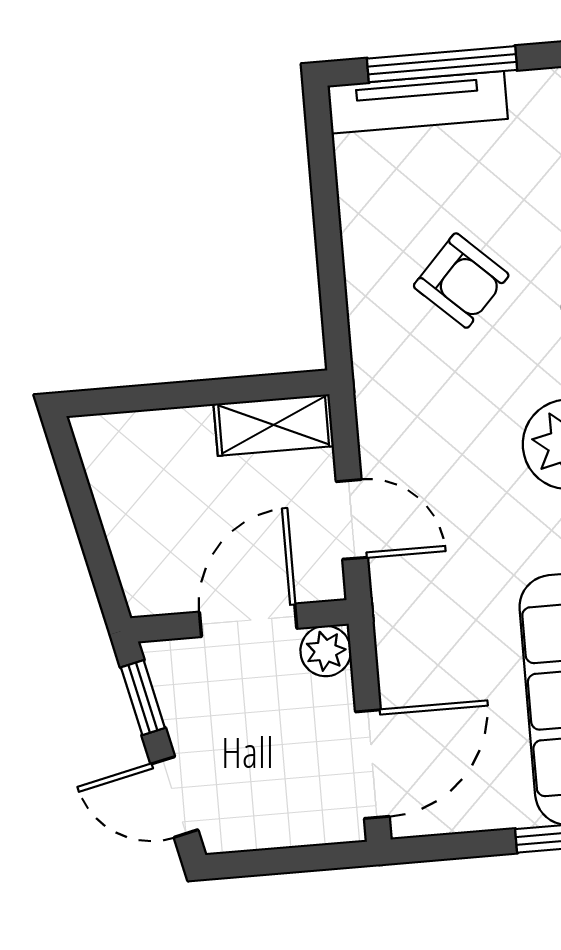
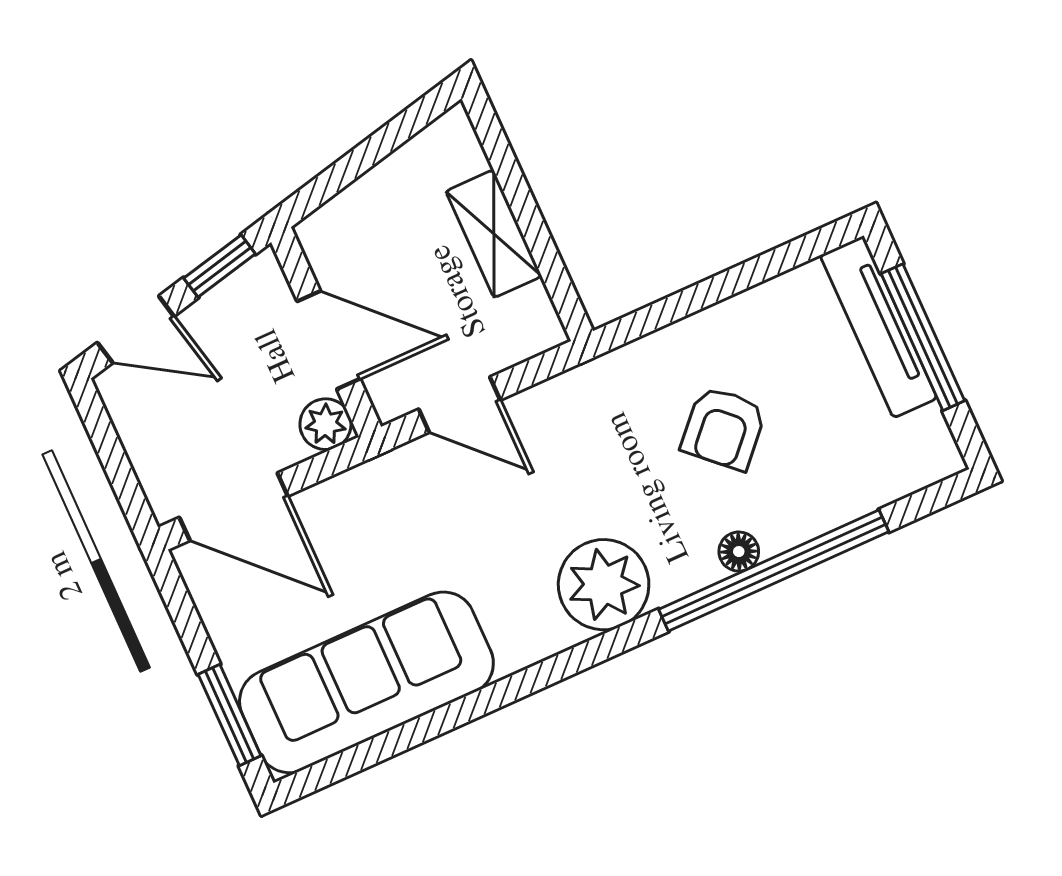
shelving: (274, 425) -> (494, 234), moved
door: (352, 519) -> (459, 405), hinge flipped
door: (174, 797) -> (136, 329), swing flipped

